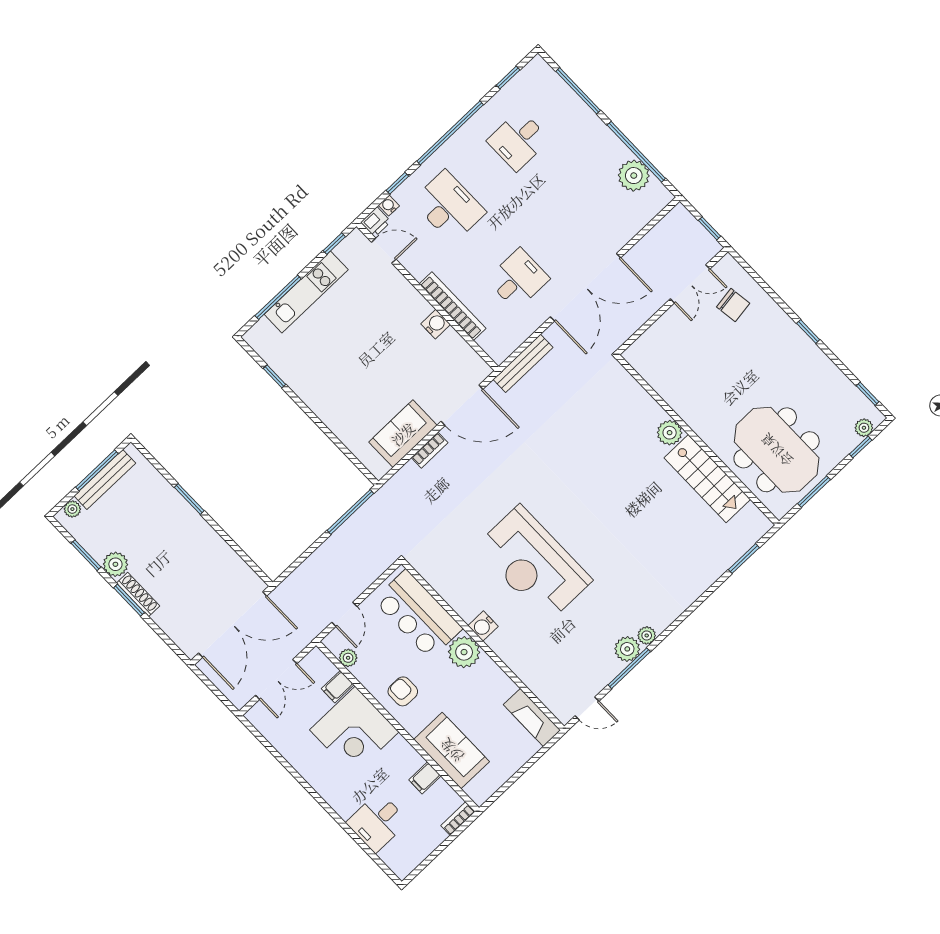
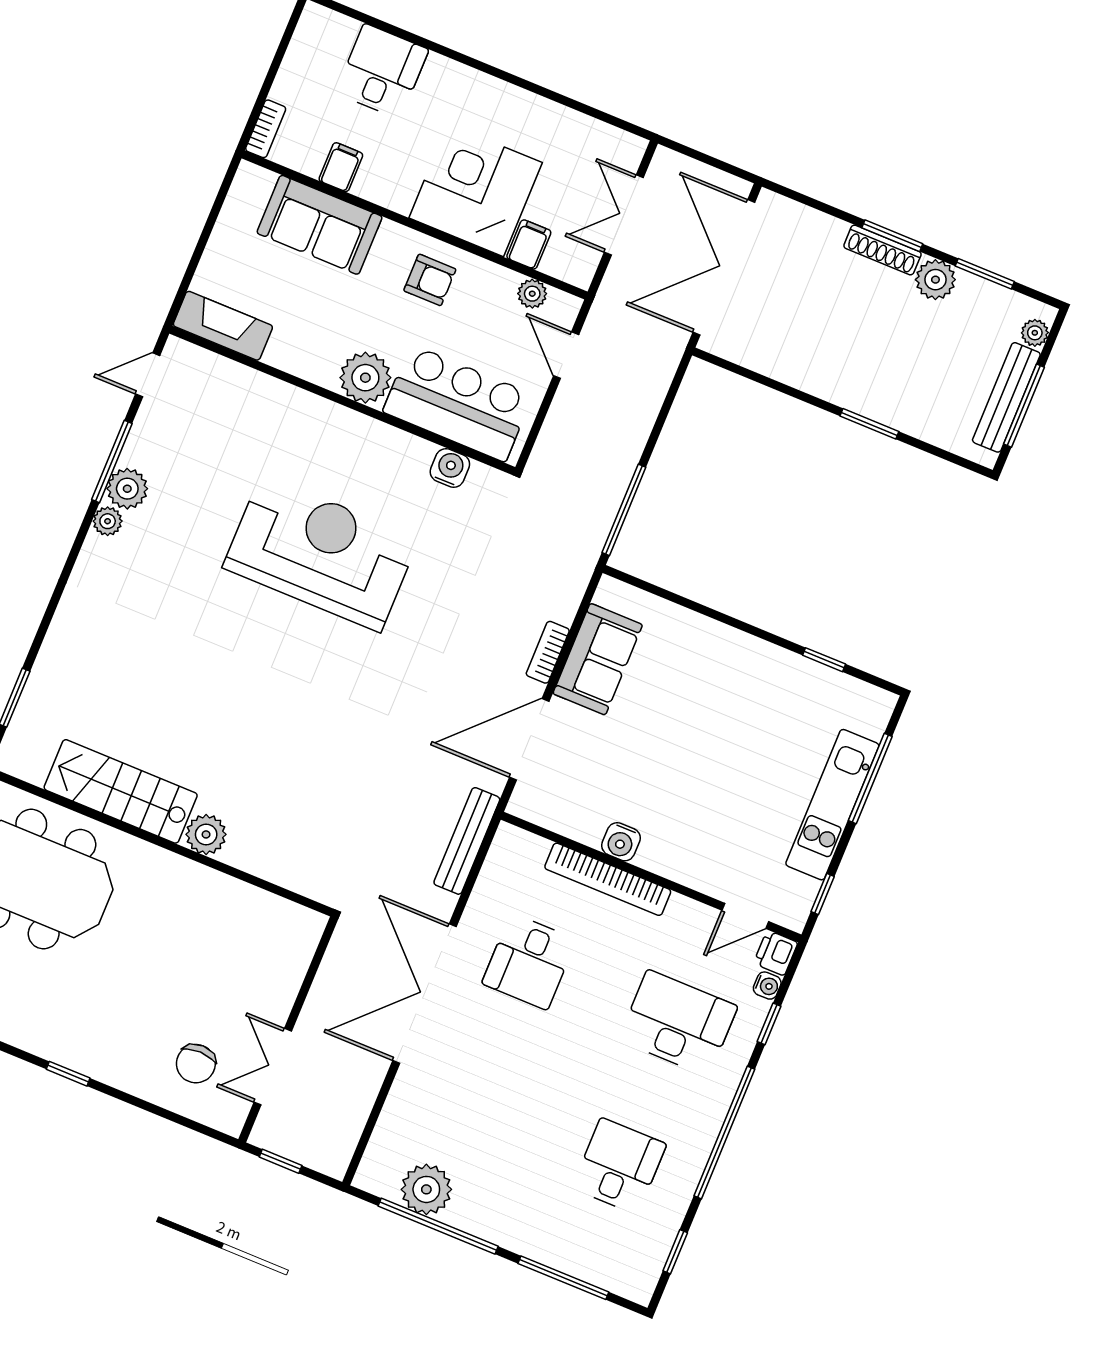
desk: (449, 207) -> (678, 1023), turned 180
chair: (733, 305) -> (196, 1064), turned -82
water cooler: (483, 626) -> (450, 468), moved

